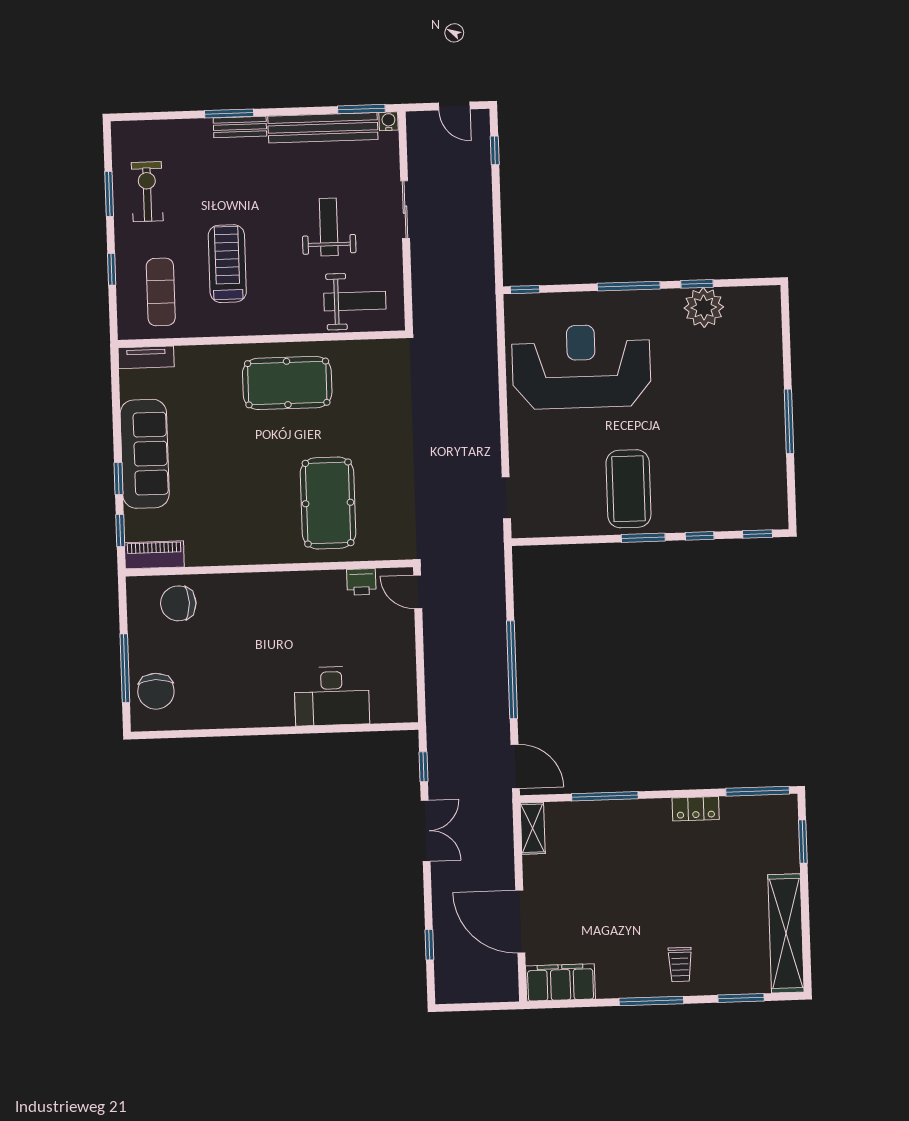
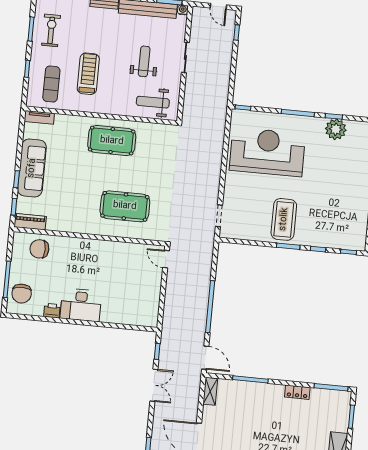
weight bench: (355, 301) -> (153, 102), turned 180
pool table: (328, 503) -> (125, 206), turned 90
printer: (361, 582) -> (52, 311), moved, turned 180
desk: (332, 696) -> (81, 305), moved

